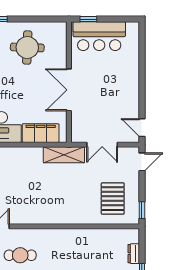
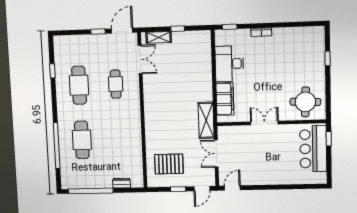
round table: (27, 47) -> (305, 102), moved
double door: (69, 90) -> (264, 123), width x0.73
door: (142, 162) -> (202, 189), hinge flipped
window: (142, 210) -> (178, 189), moved

